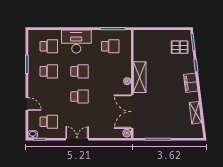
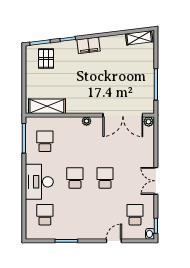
school desk: (49, 71) -> (75, 215), removed
shelving: (140, 77) -> (47, 106), moved
shelving: (196, 113) -> (139, 38), moved

